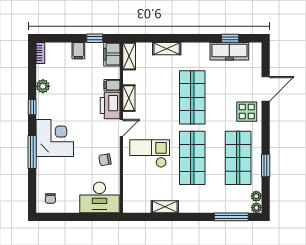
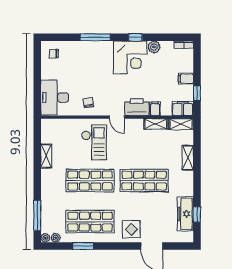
shelving: (129, 98) -> (156, 124), moved
corner desk: (55, 138) -> (130, 57), moved

